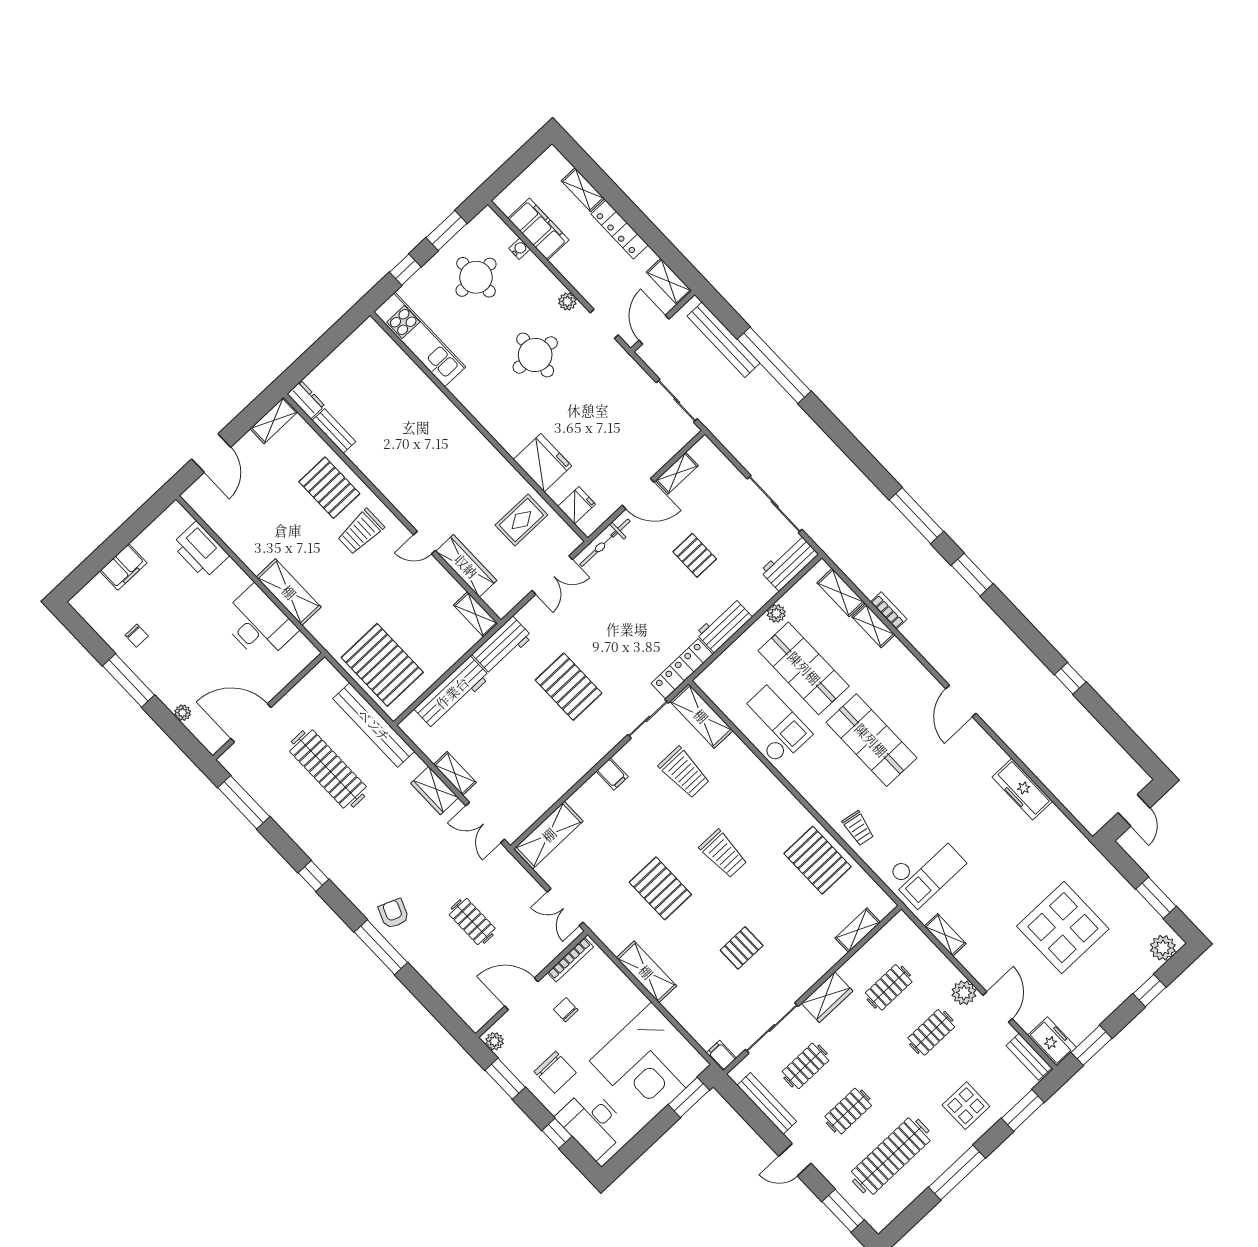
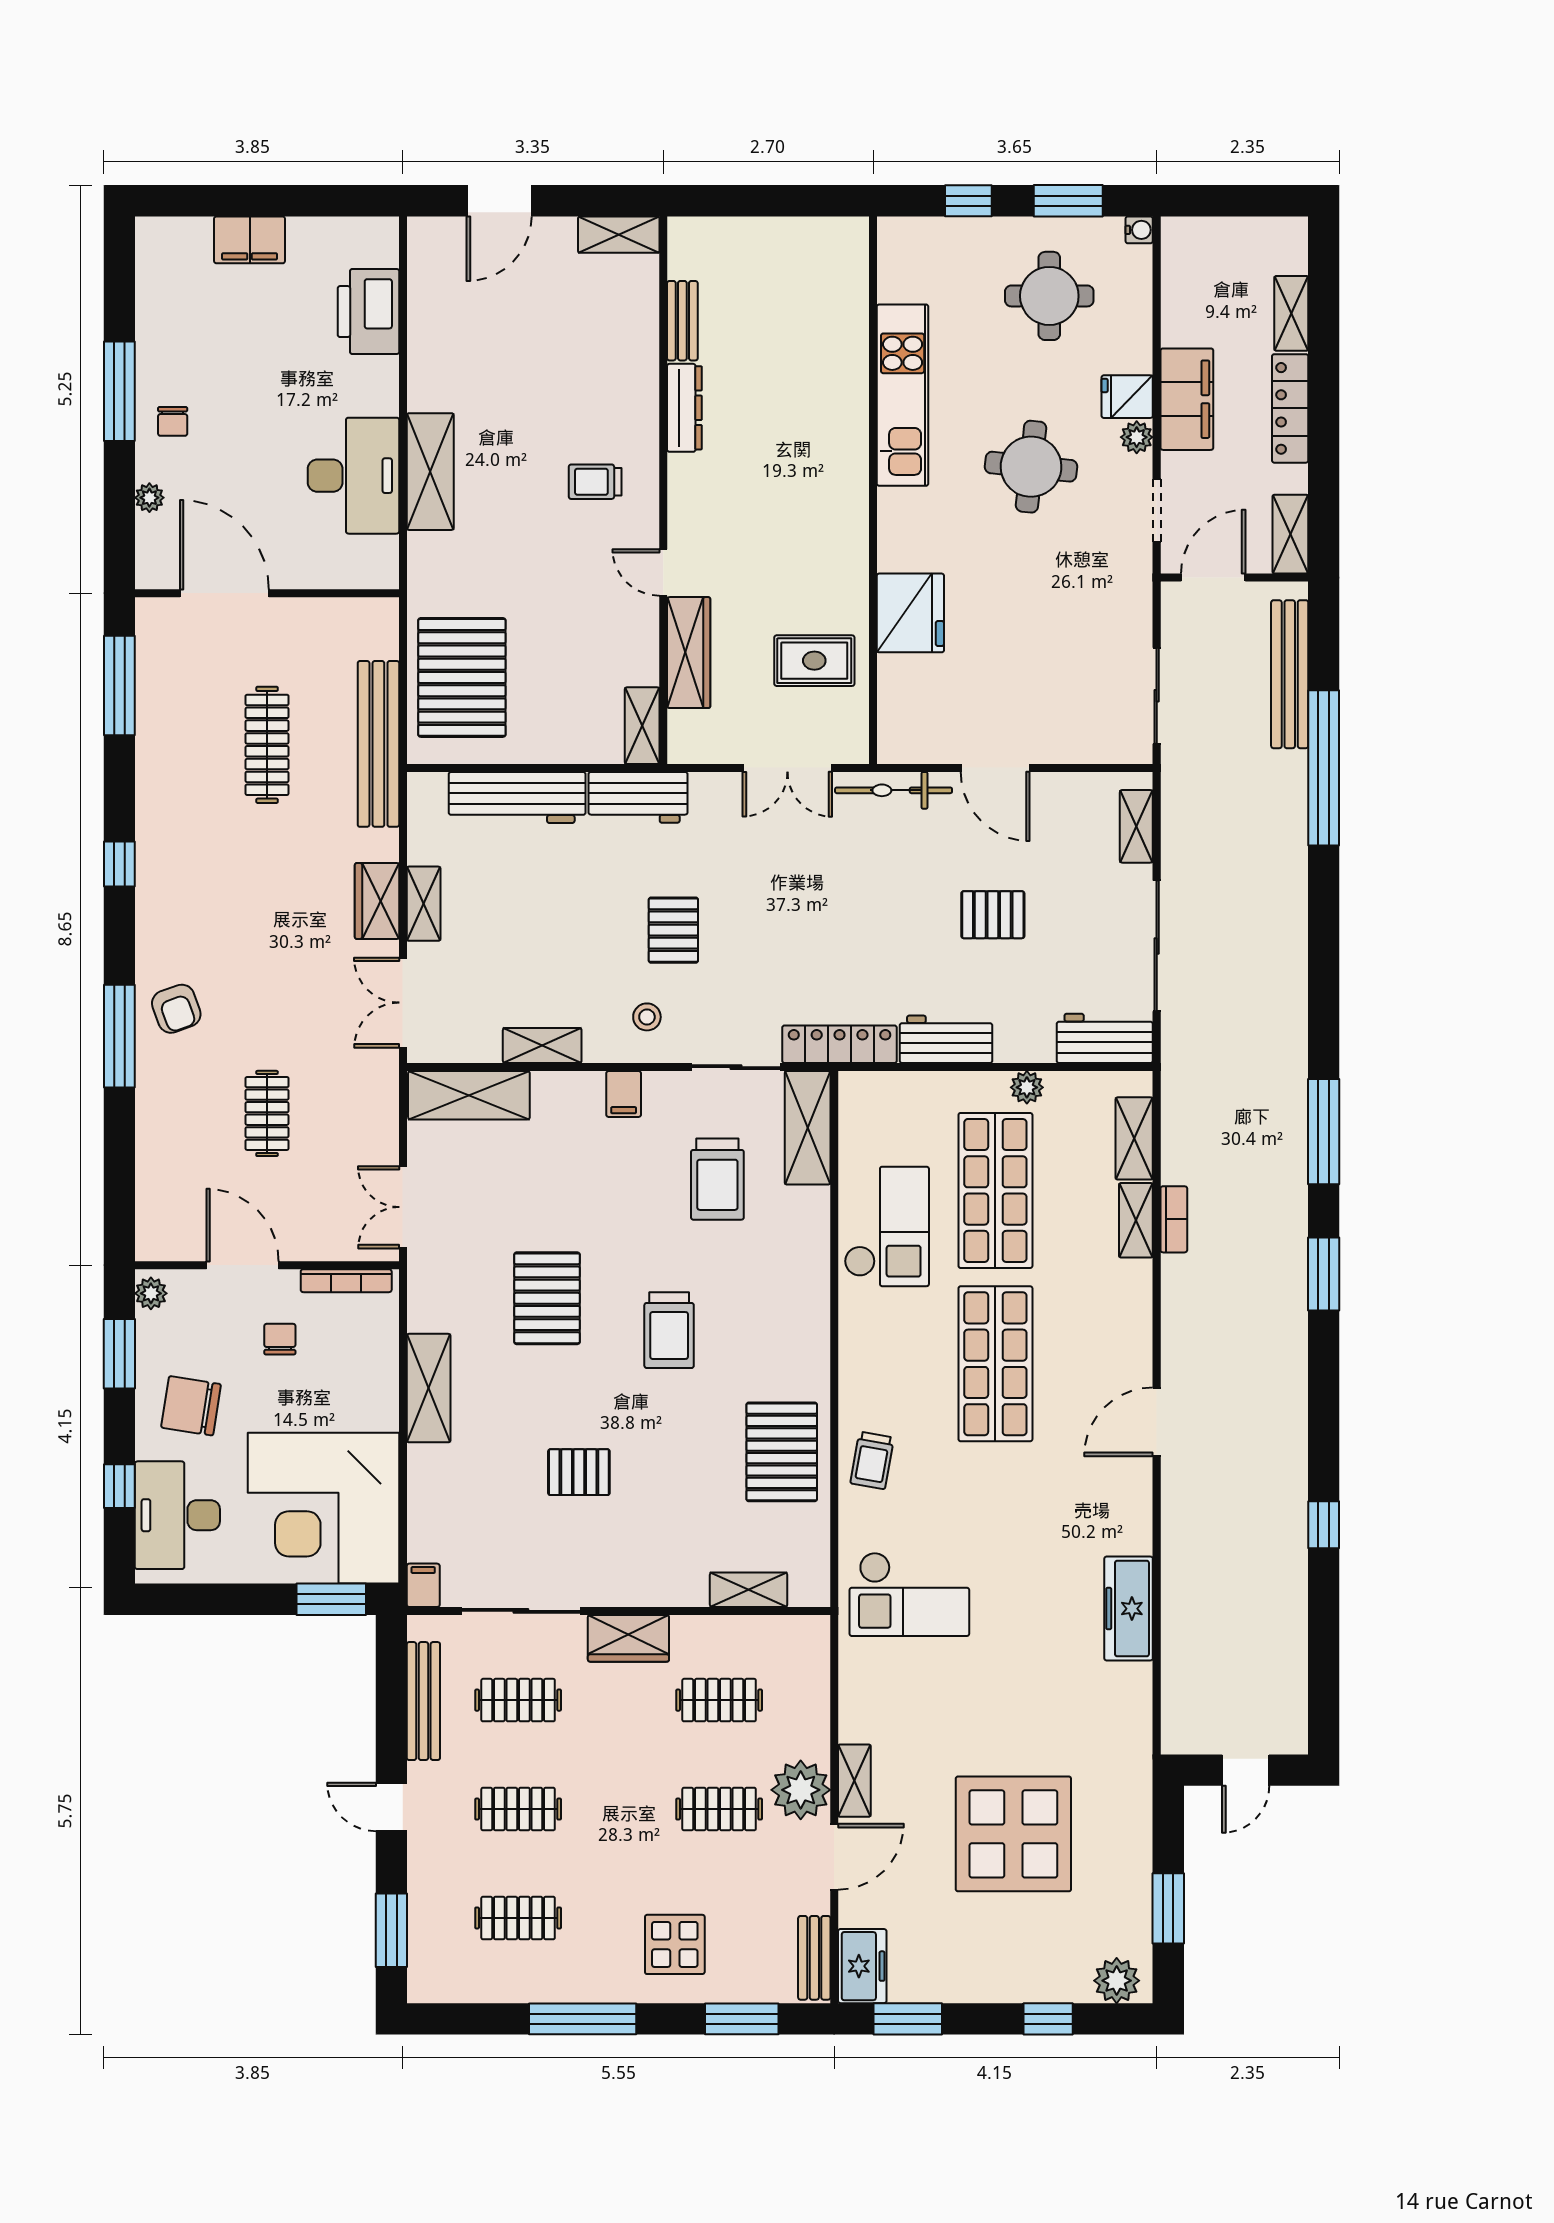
filing cabinet: (538, 229) -> (1187, 399), moved
water cooler: (519, 249) -> (1139, 230), moved
kitchen unit: (420, 339) -> (903, 395), moved
dresser: (306, 400) -> (684, 408), moved, width x1.44
shelving: (677, 473) -> (1136, 826), moved, turned 90
pallet: (329, 488) -> (608, 387), removed
fridge: (577, 505) -> (1127, 397), moved, turned 180
trolley: (361, 532) -> (595, 482), width x0.73, depth x0.72
pallet: (695, 555) -> (993, 915), turned 90
chair: (137, 636) -> (173, 421), moved
pallet: (569, 687) -> (673, 930), width x0.67, depth x0.71
stool: (592, 733) -> (647, 1017), added
clothes rail: (328, 769) -> (267, 745), width x0.73, depth x0.76
shelving: (559, 786) -> (542, 1046), added
armchair: (394, 914) -> (176, 1009), turned 138
shelving: (945, 935) -> (854, 1781), moved
plant: (964, 993) -> (801, 1790), width x1.36, depth x1.36
chair: (555, 1072) -> (191, 1406), turned 99
clothes rail: (891, 1156) -> (518, 1918), width x0.54, depth x0.76

